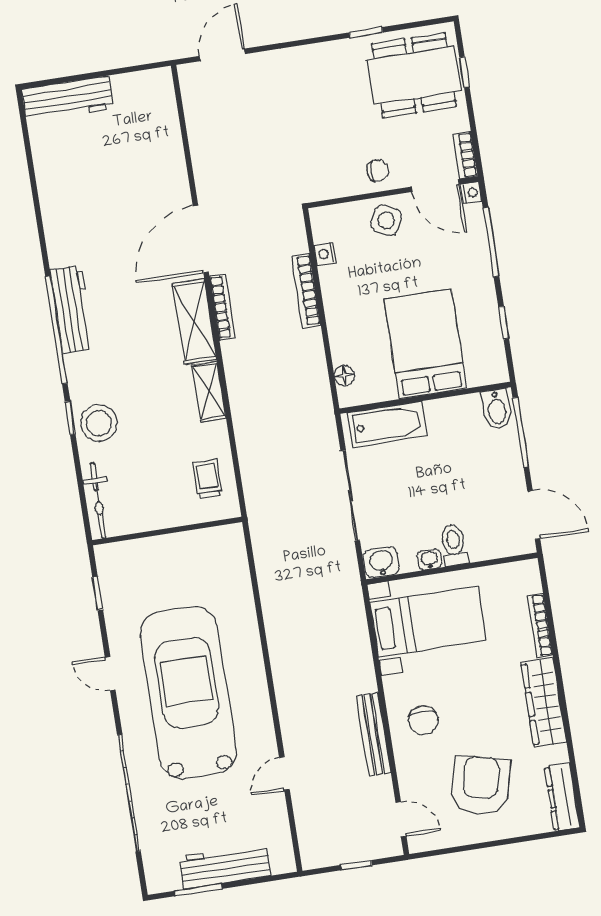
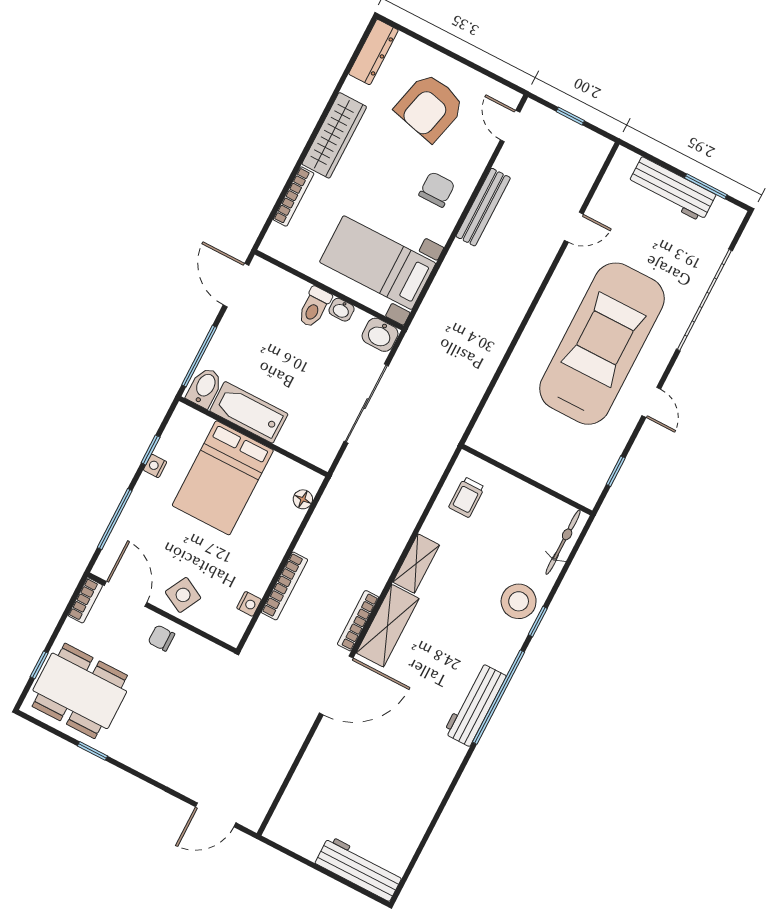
nightstand: (471, 193) -> (155, 466), moved
bathtub: (387, 424) -> (249, 412), moved
car: (188, 693) -> (602, 344), turned 180

